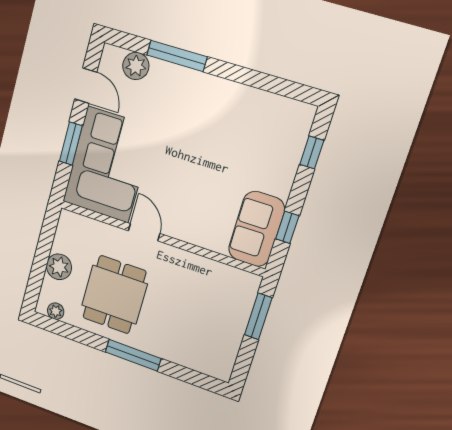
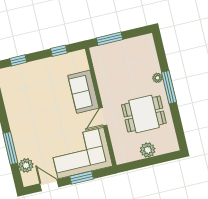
door: (86, 86) -> (49, 185), hinge flipped
sofa: (256, 229) -> (83, 92), moved, turned 90
plant: (56, 311) -> (158, 78), moved

